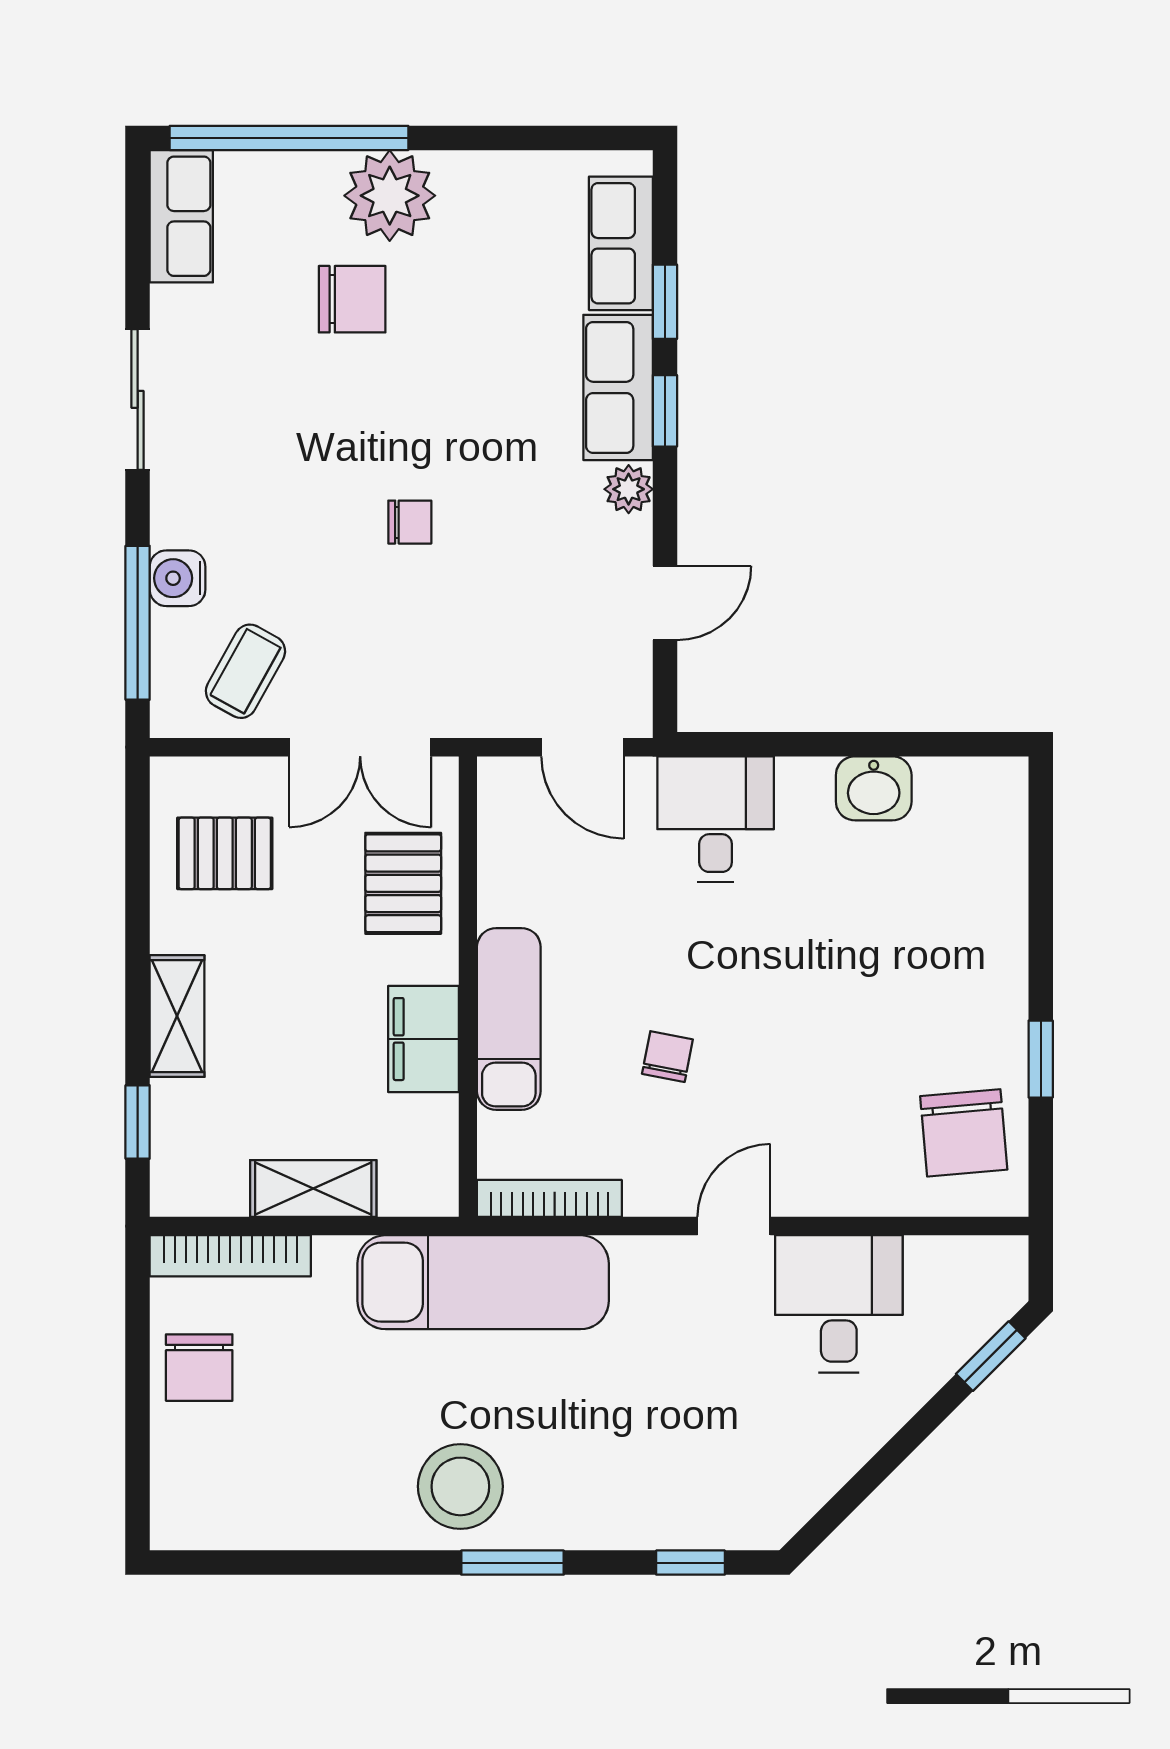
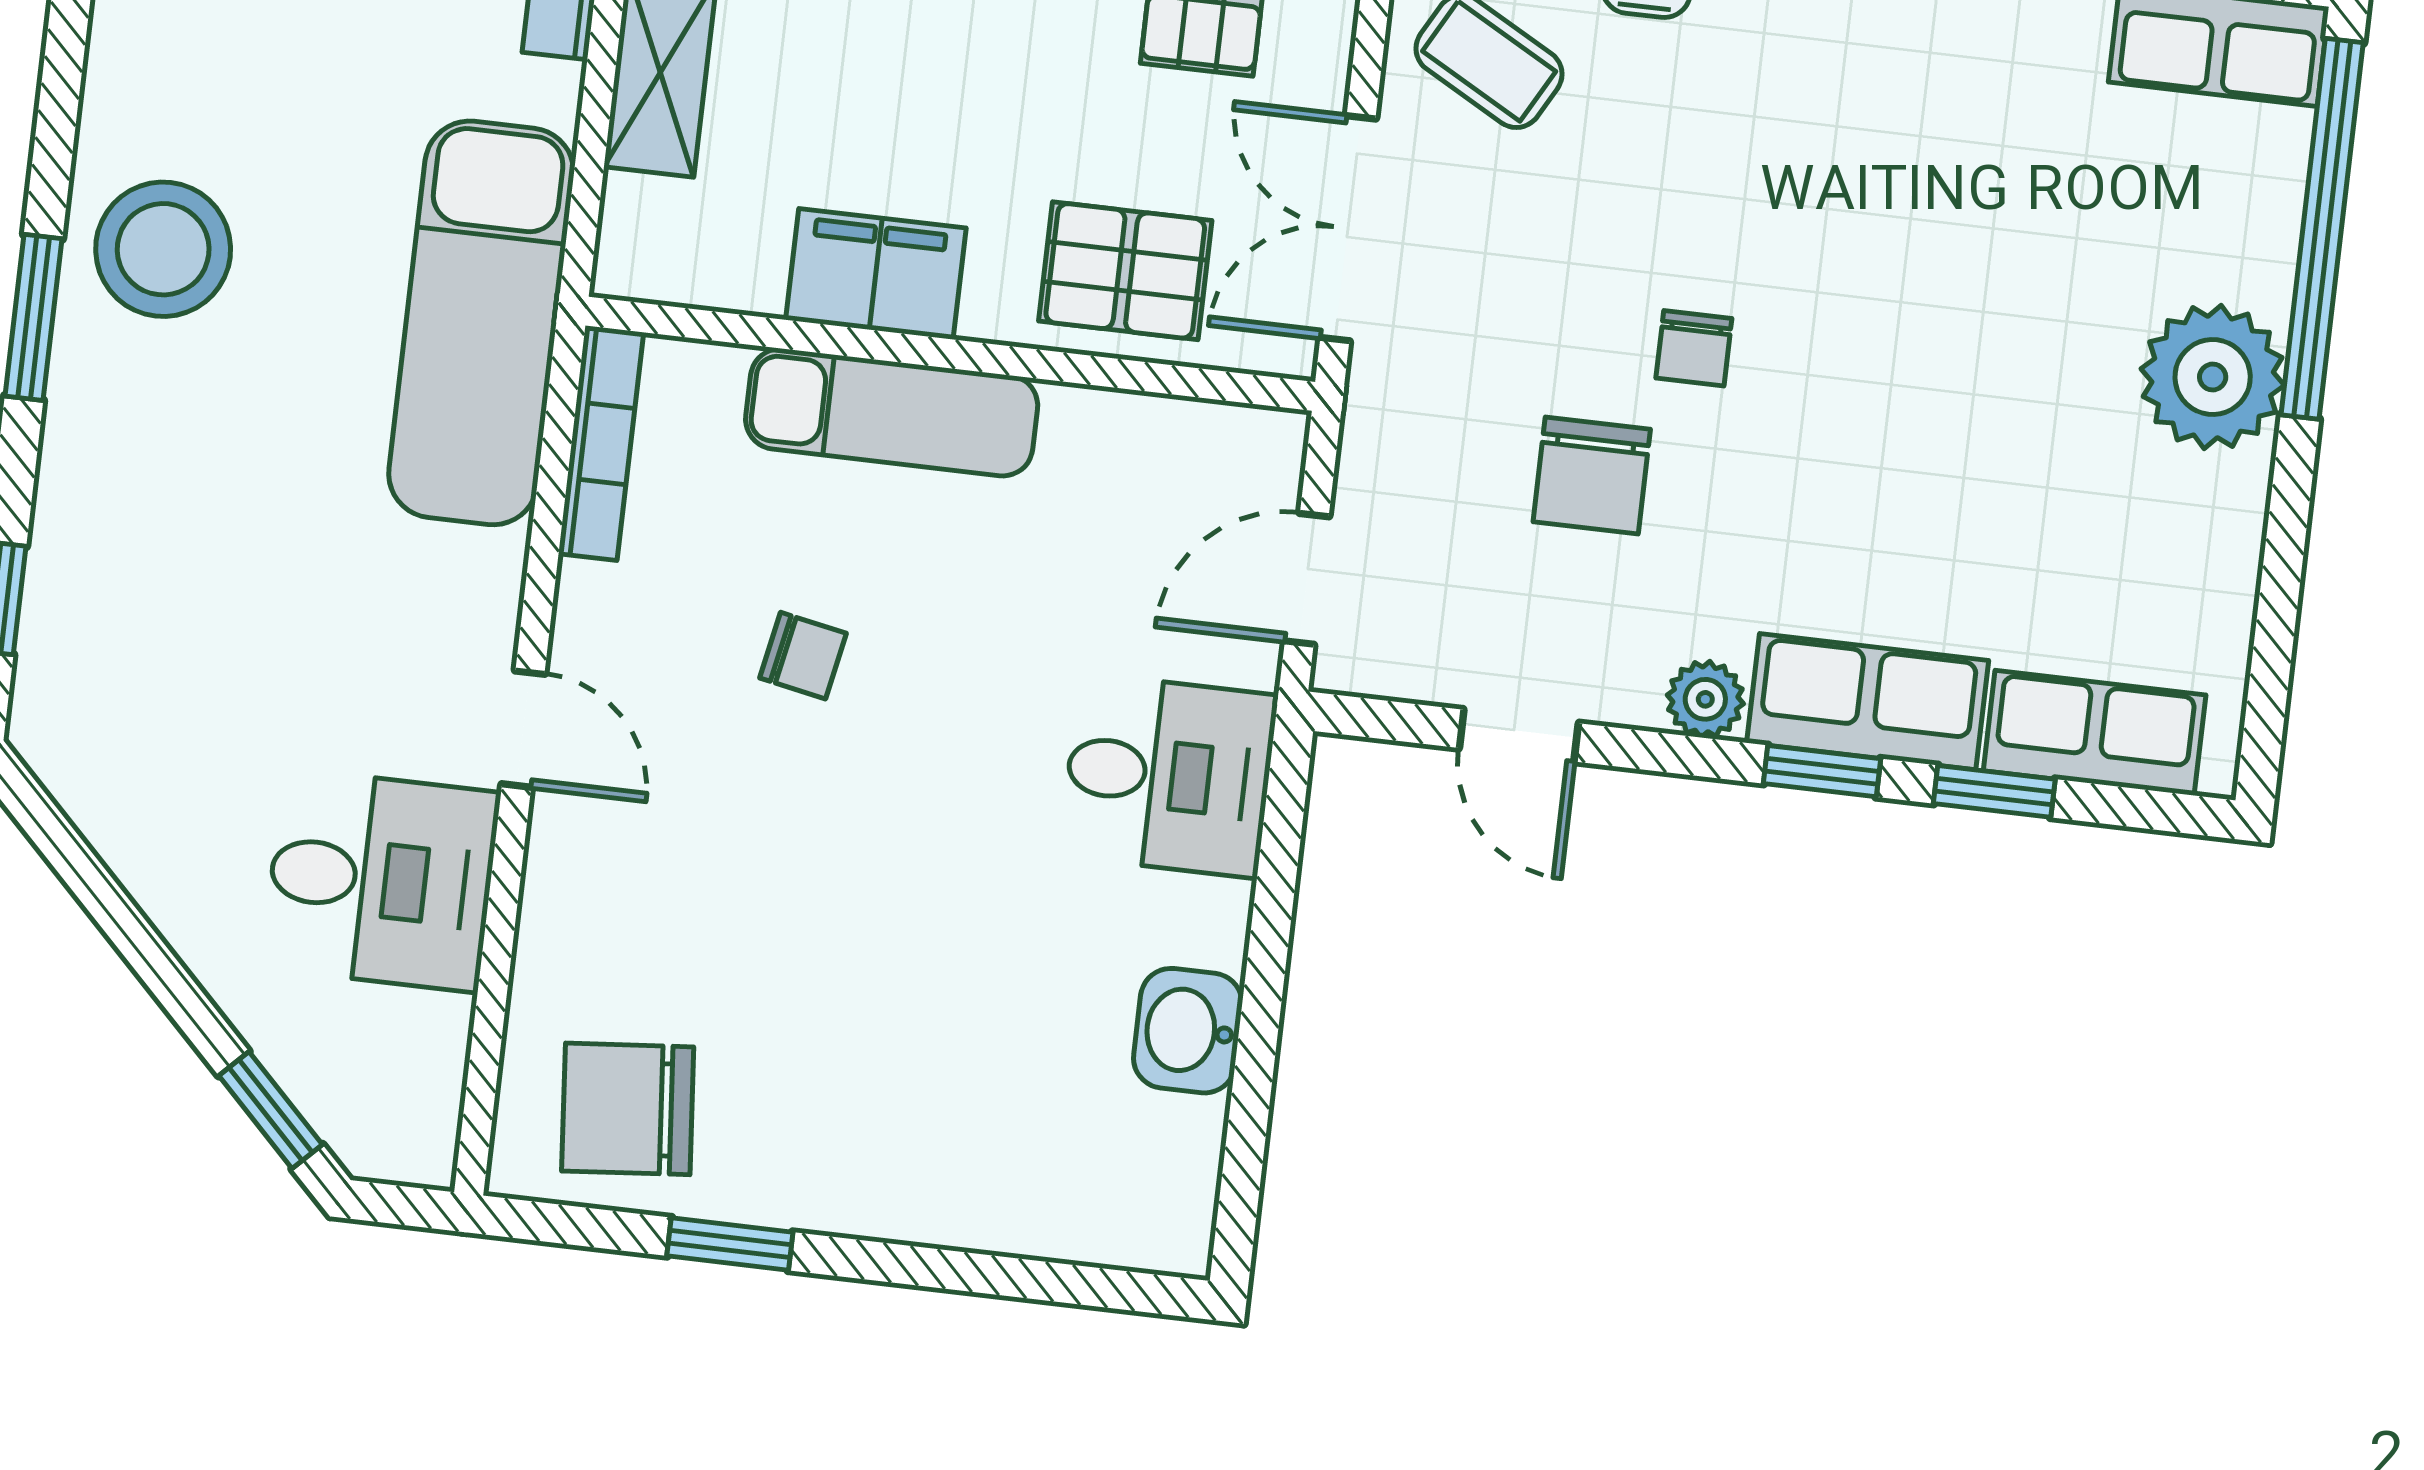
chair: (352, 299) -> (1592, 475), moved

